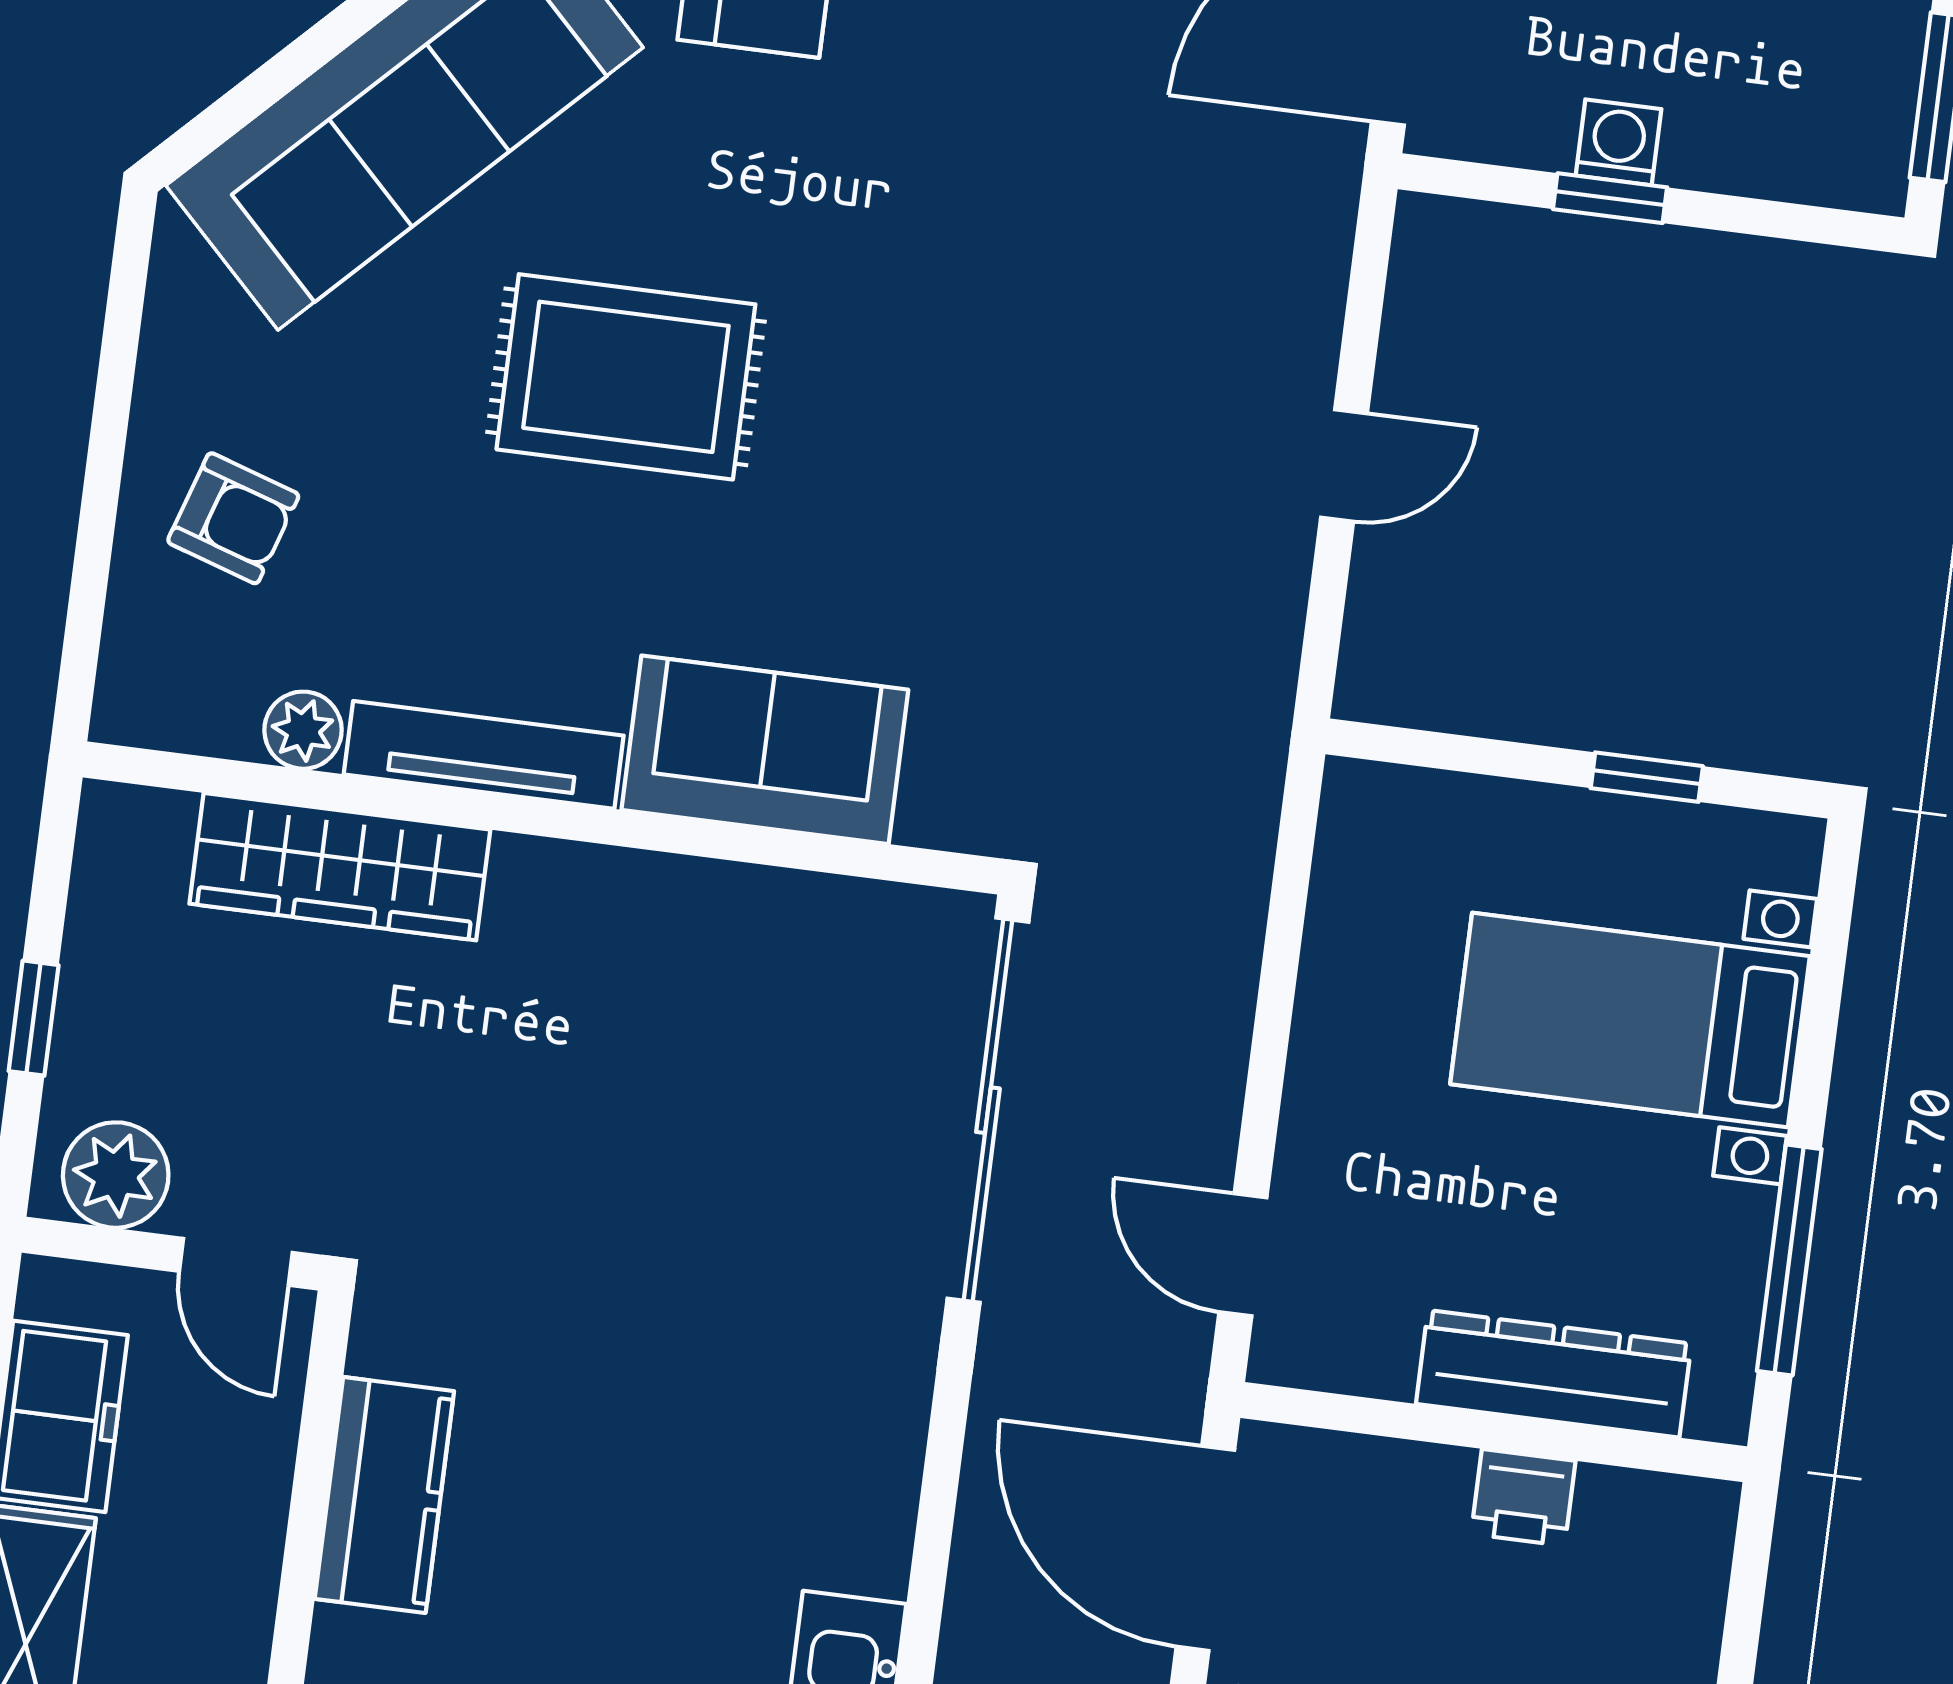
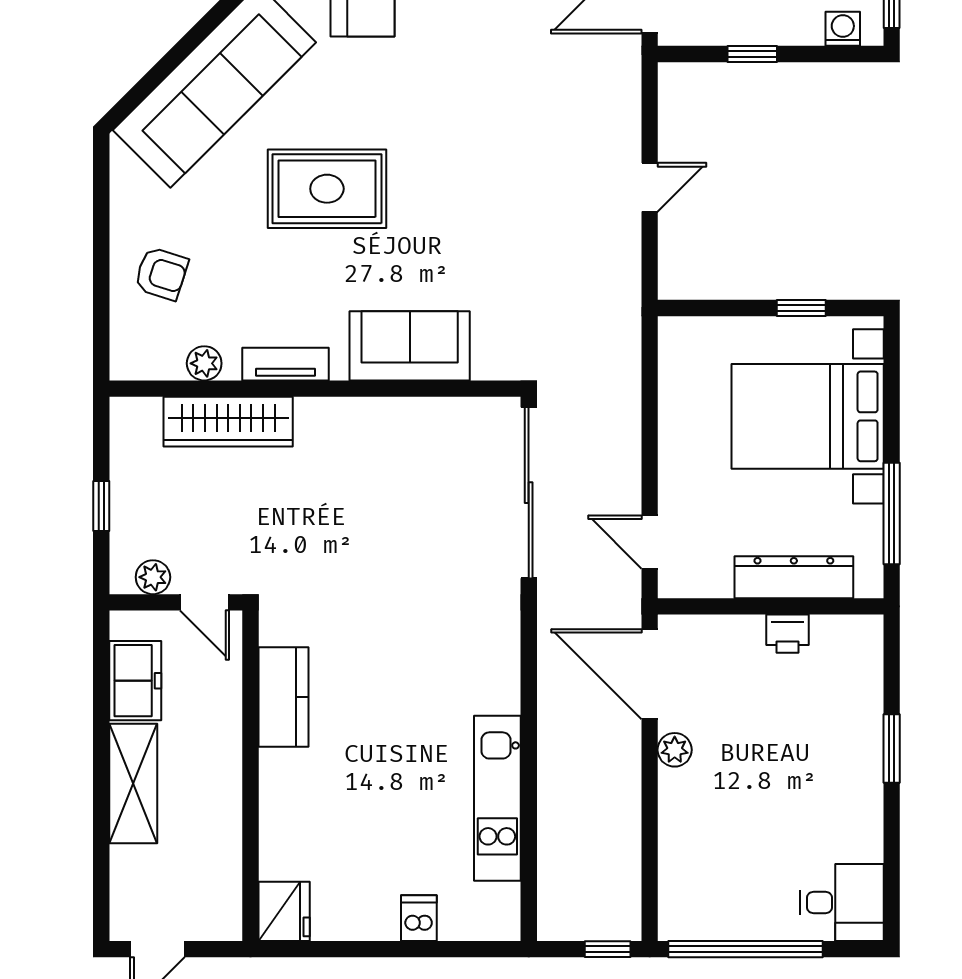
washing machine: (1619, 142) -> (843, 29), moved
tv unit: (484, 755) -> (285, 364), width x0.71
bed with nightstands: (1630, 1020) -> (808, 416), width x1.36
plant: (116, 1175) -> (153, 577), width x0.73, depth x0.73

